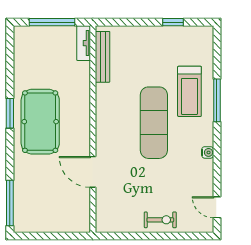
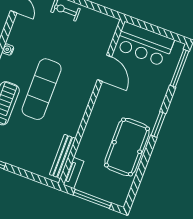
window: (10, 113) -> (158, 124), moved
pool table: (40, 122) -> (127, 147), moved
bar counter: (59, 215) -> (144, 44), added

